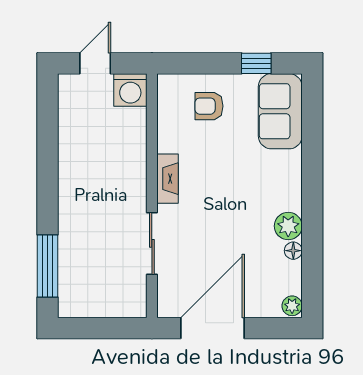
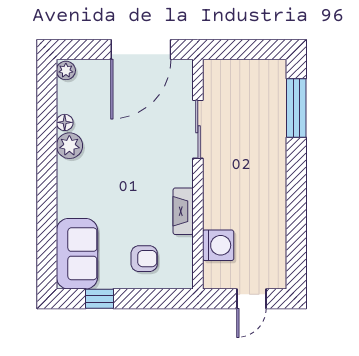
washing machine: (130, 90) -> (218, 245), moved, turned 90
fireplace: (168, 179) -> (183, 211), moved

